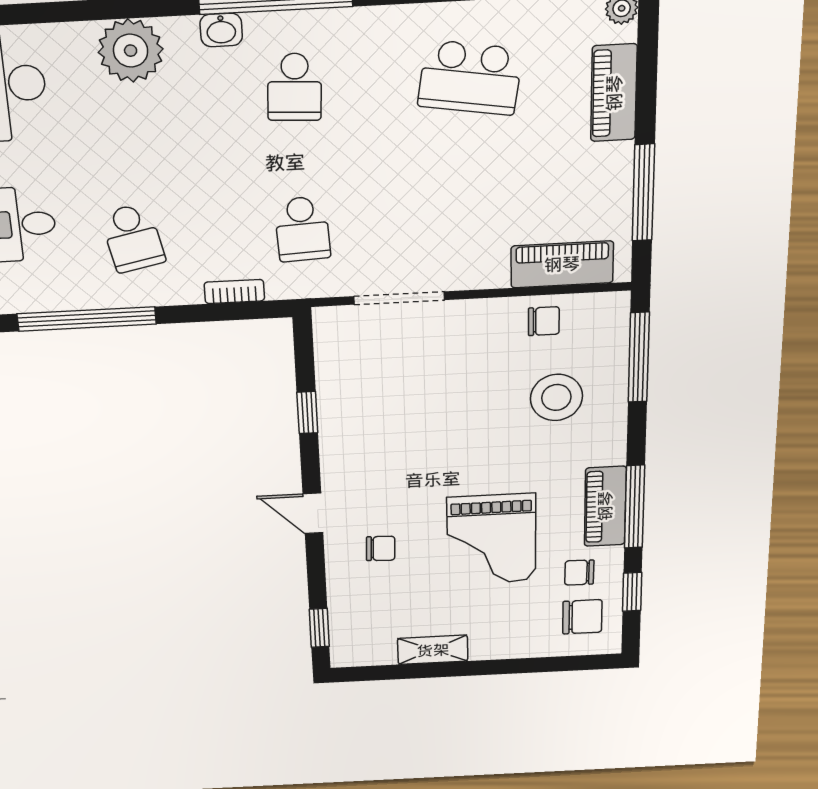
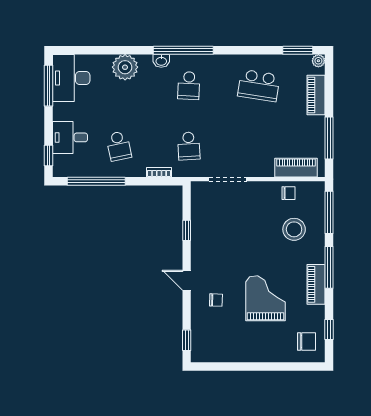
window: (635, 507) -> (329, 267), moved
grand piano: (491, 539) -> (266, 298), turned 180
chair: (579, 573) -> (305, 318), removed
shelving: (433, 650) -> (238, 355), removed

